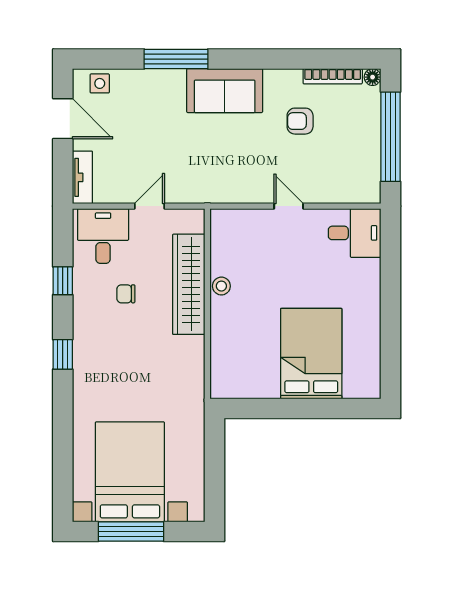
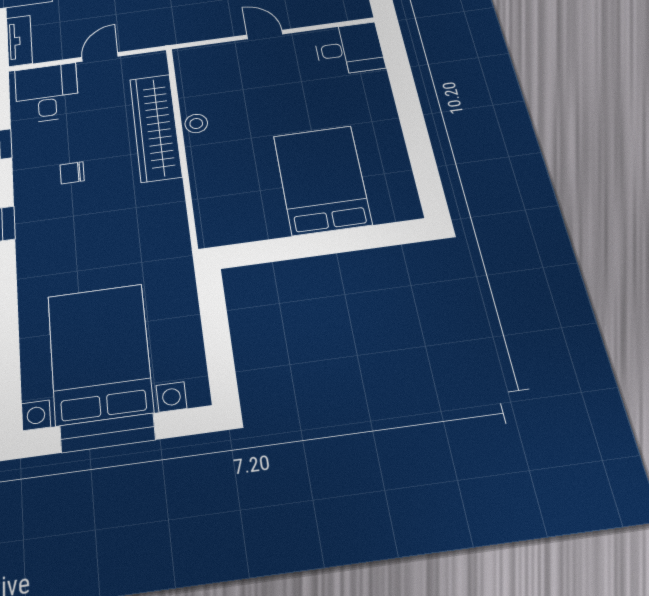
chair: (126, 294) -> (72, 173), moved

